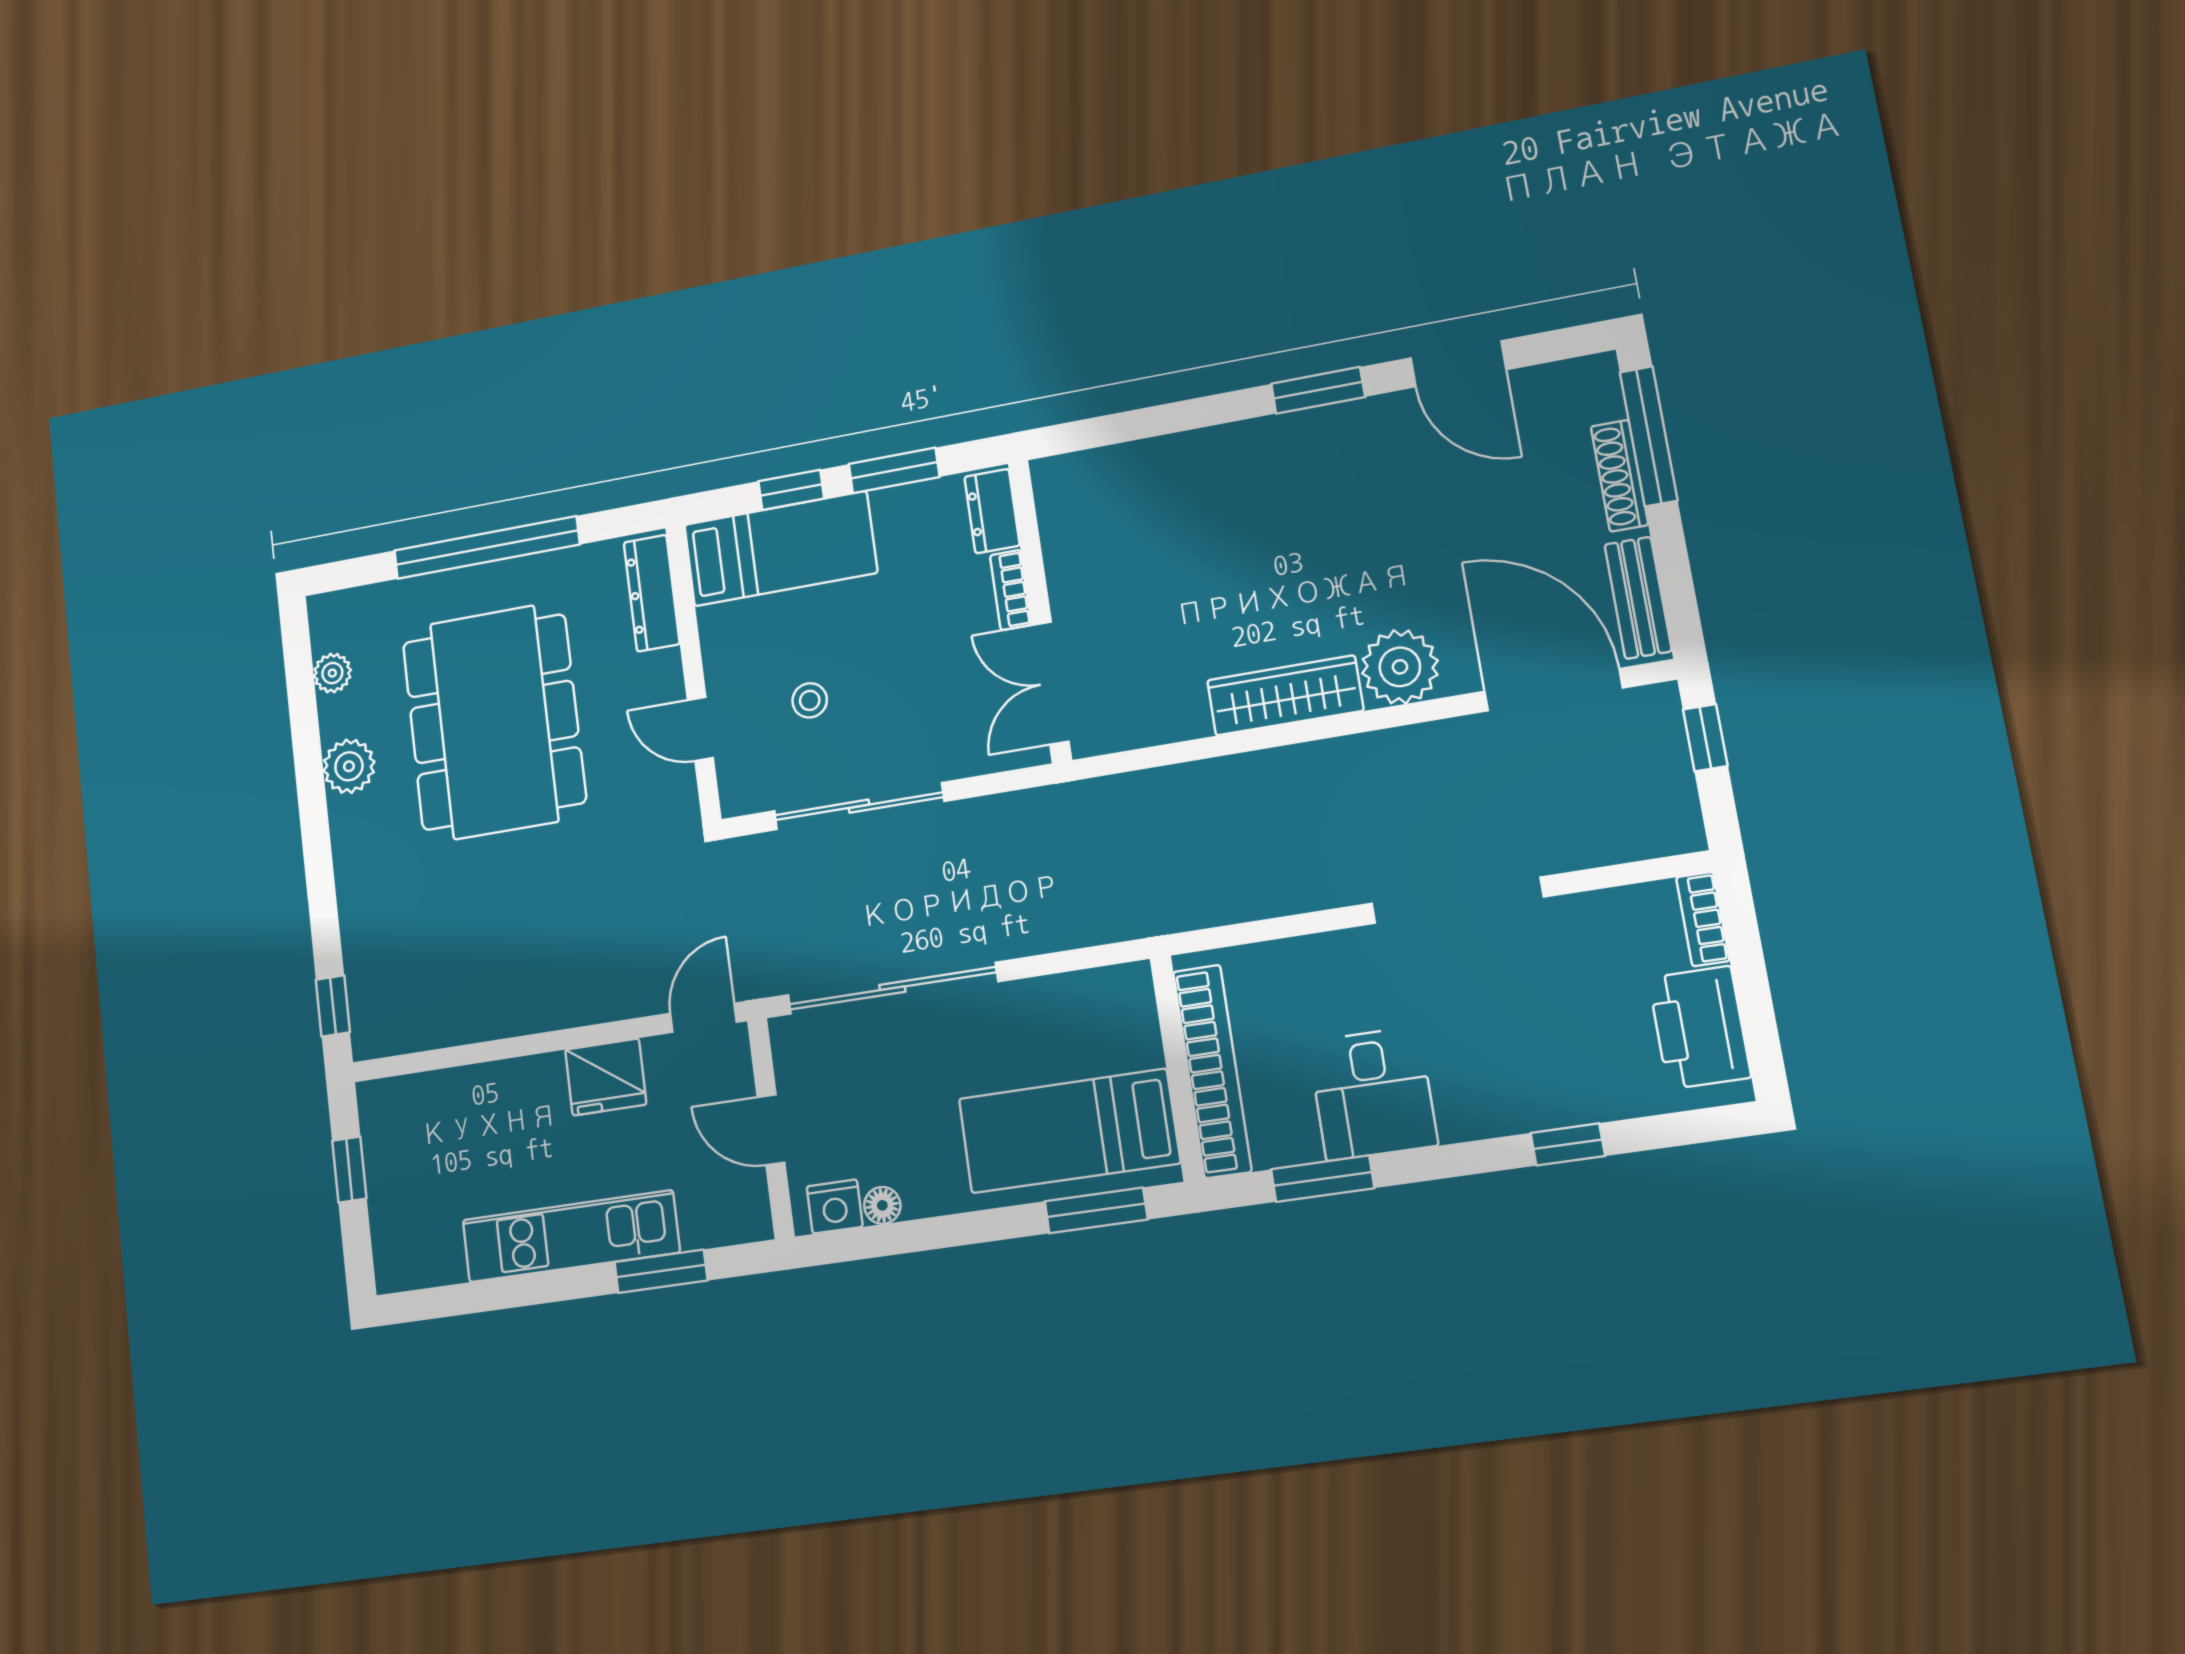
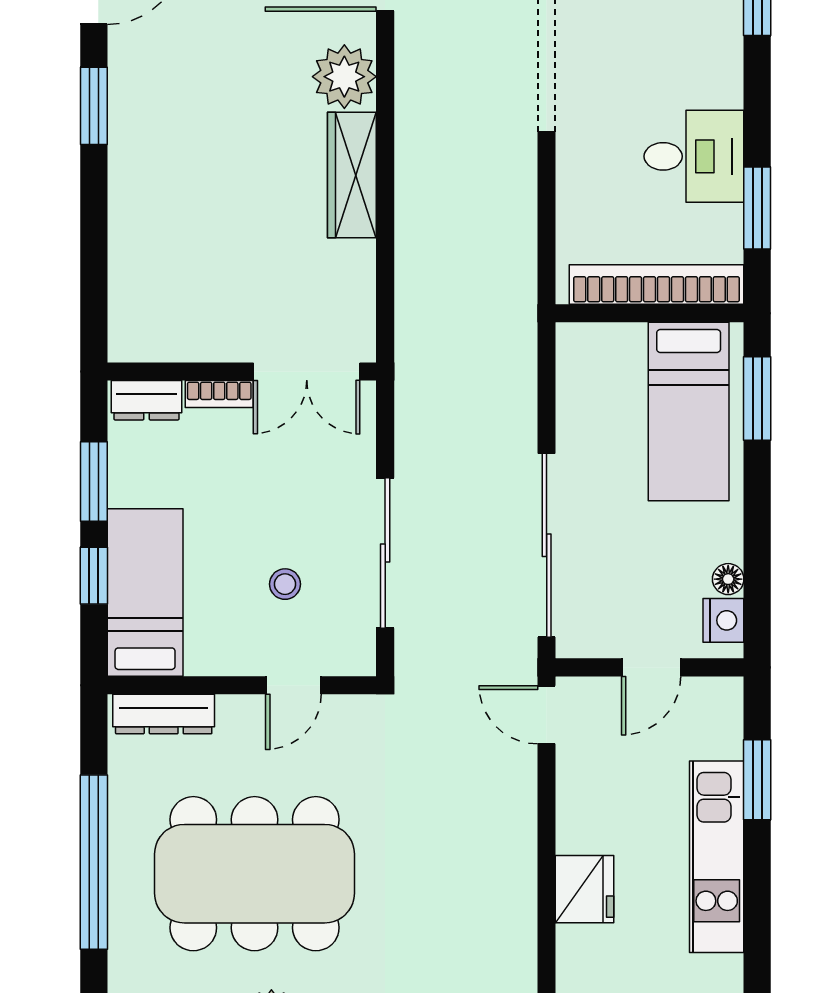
fridge: (606, 1077) -> (585, 889), moved

